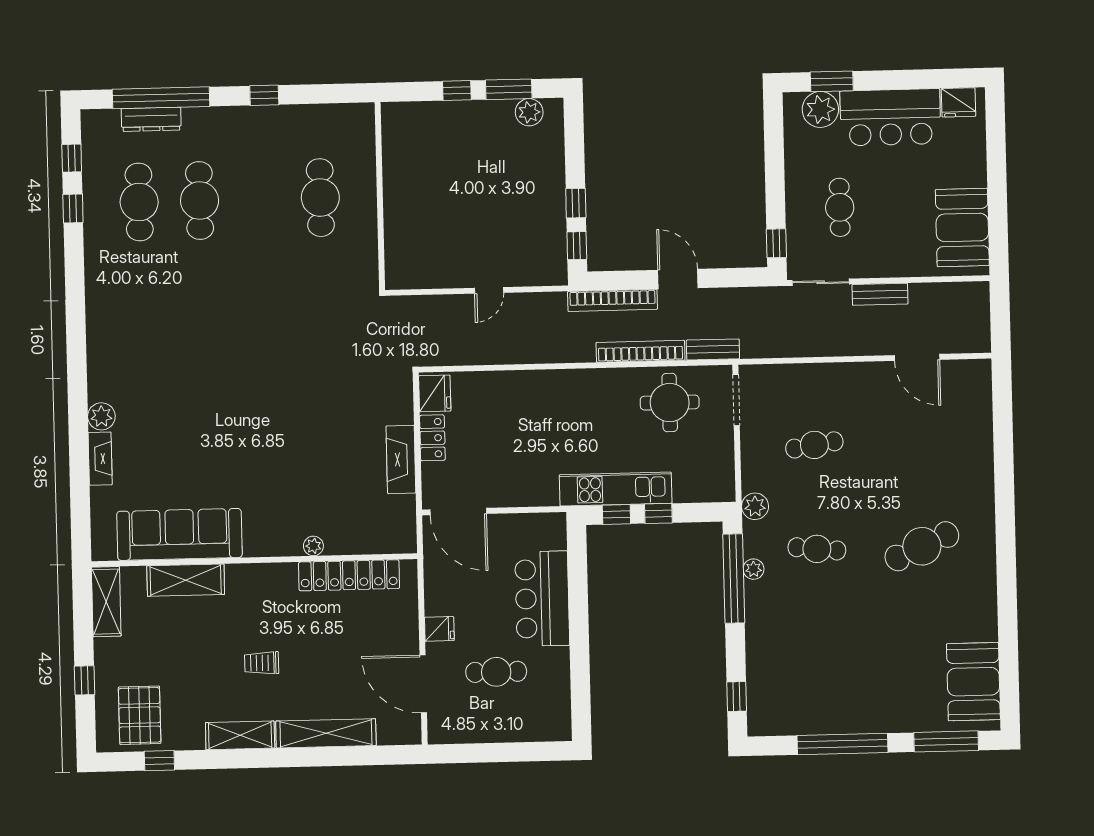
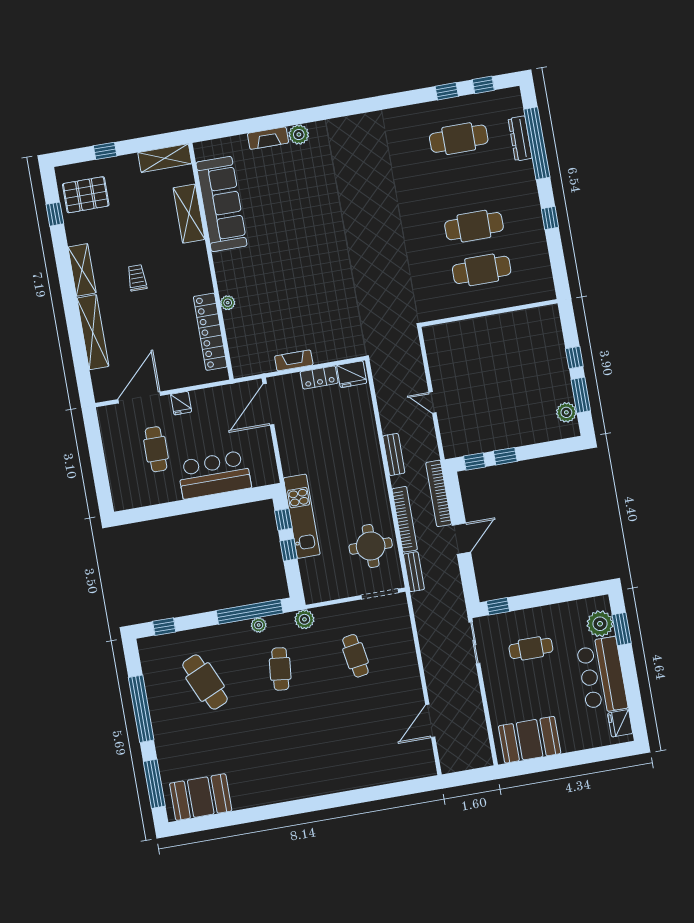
cafe table: (200, 201) -> (474, 226), moved
bench: (880, 294) -> (394, 454), moved
fireplace: (401, 460) -> (294, 360), width x0.73, depth x0.76
cafe table: (922, 546) -> (205, 682), moved

